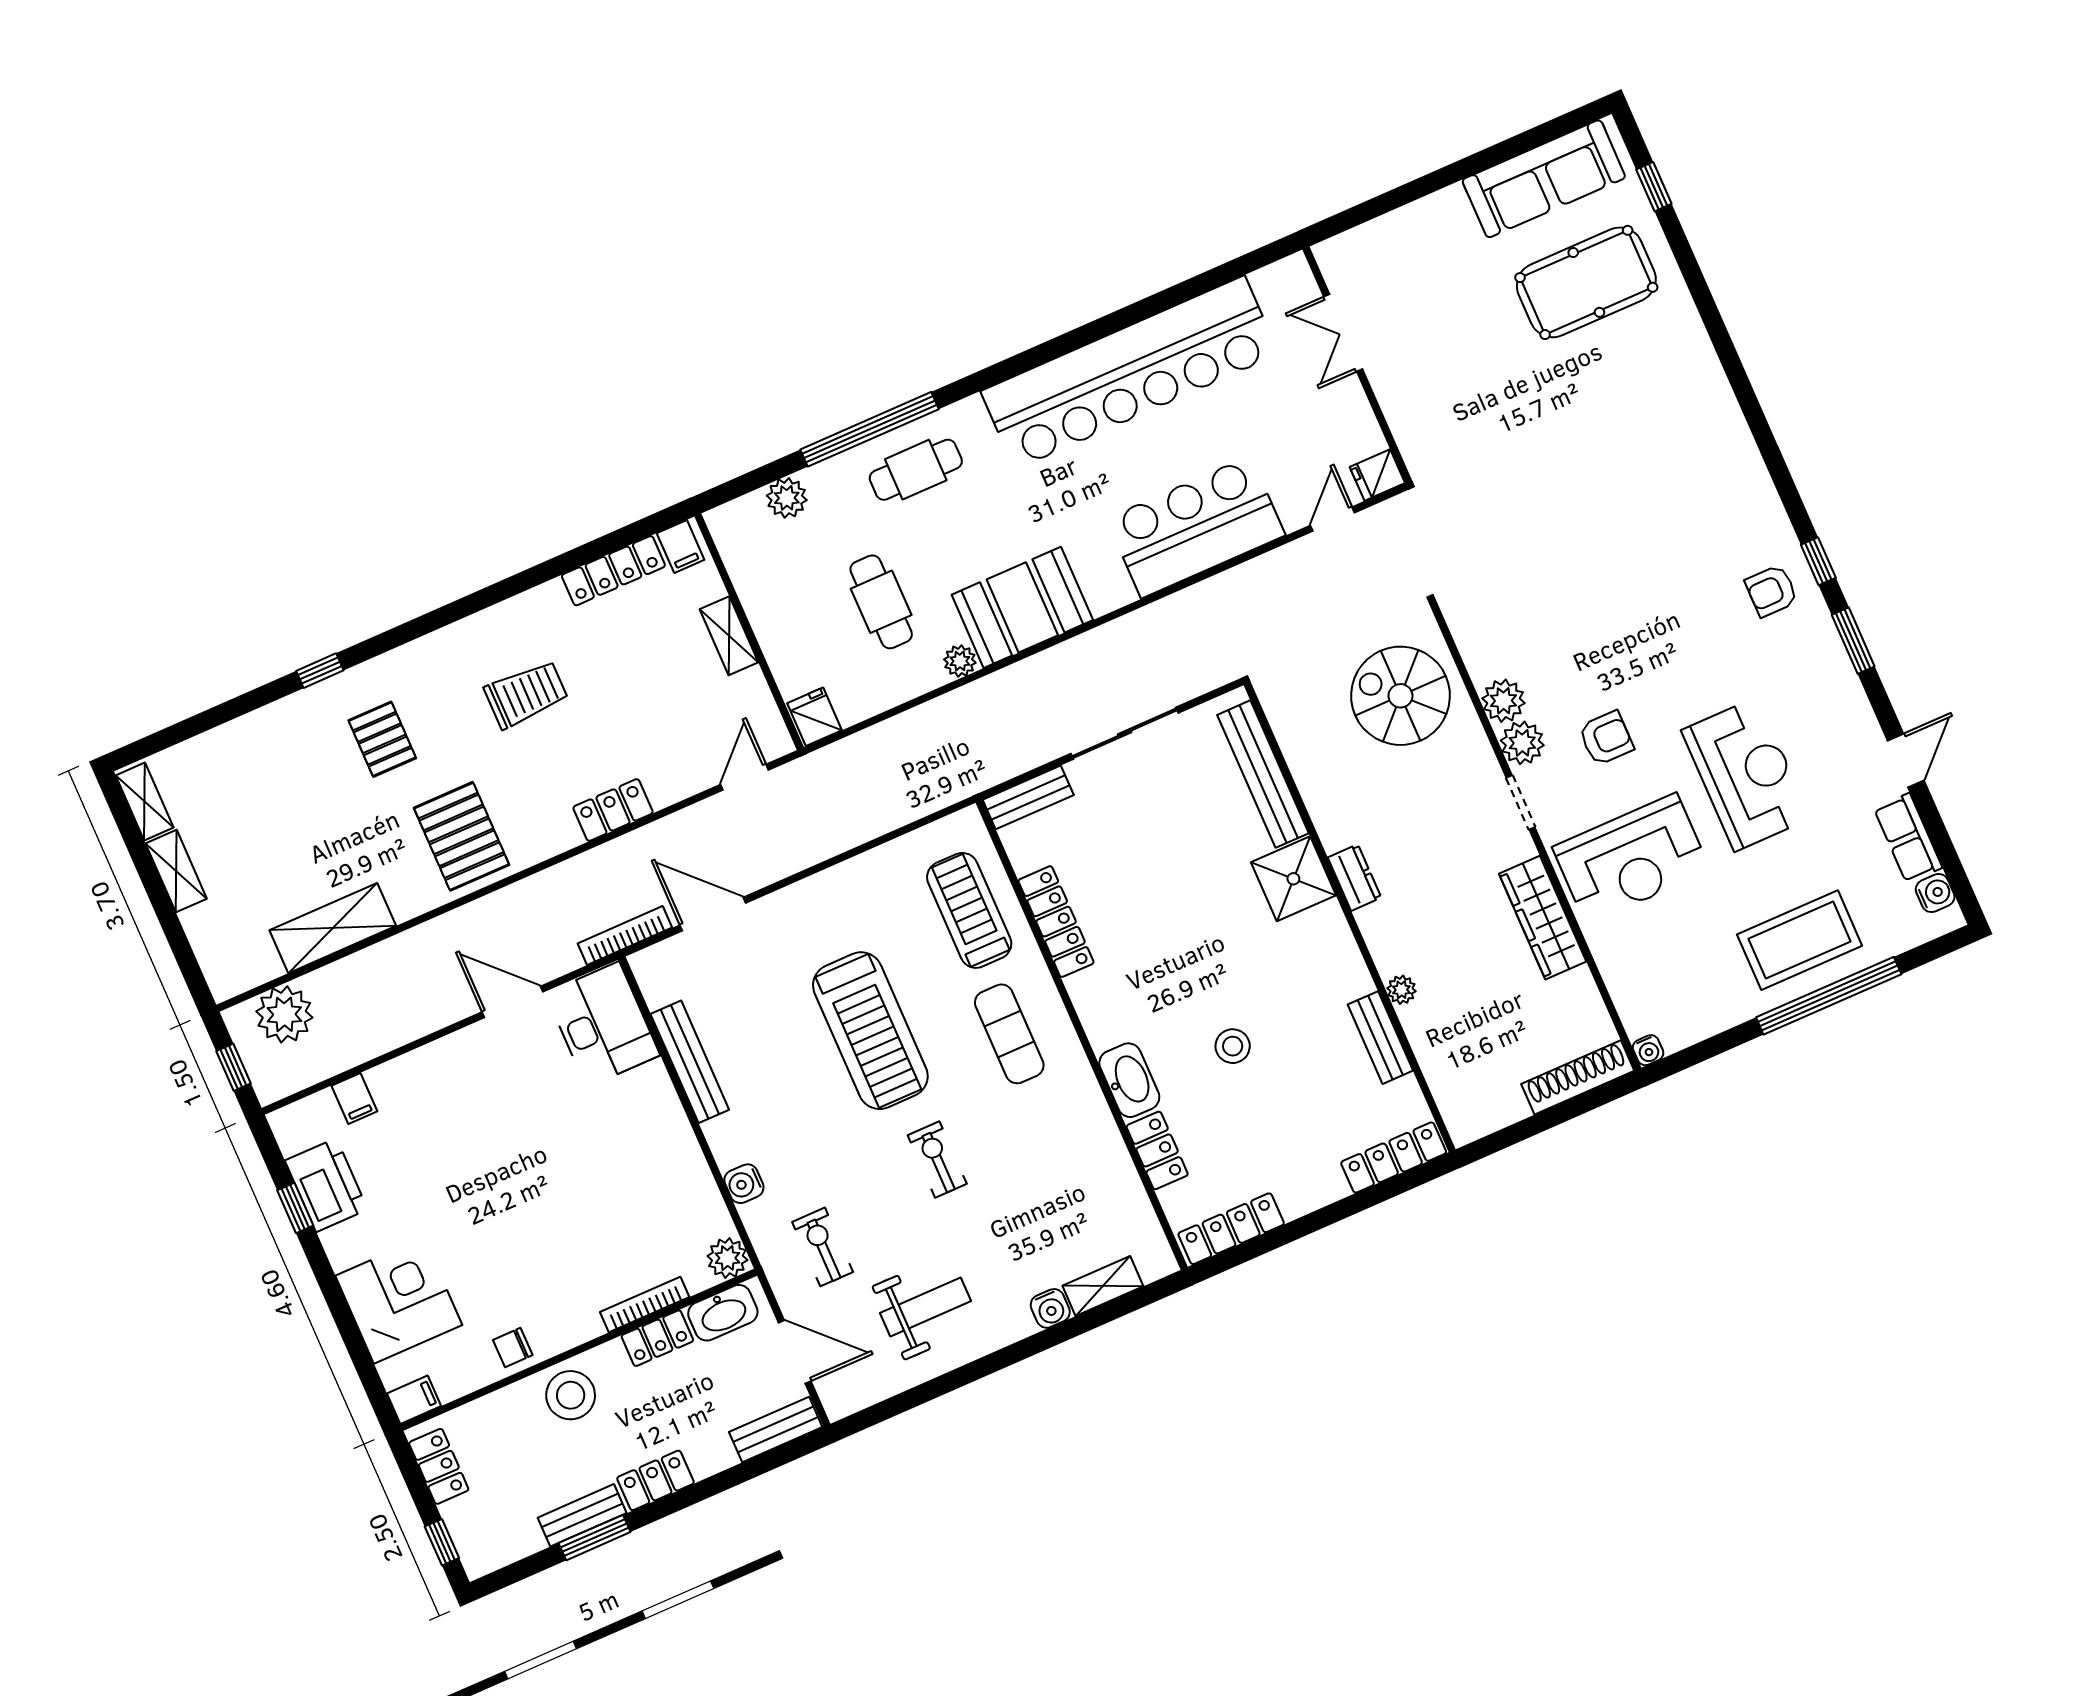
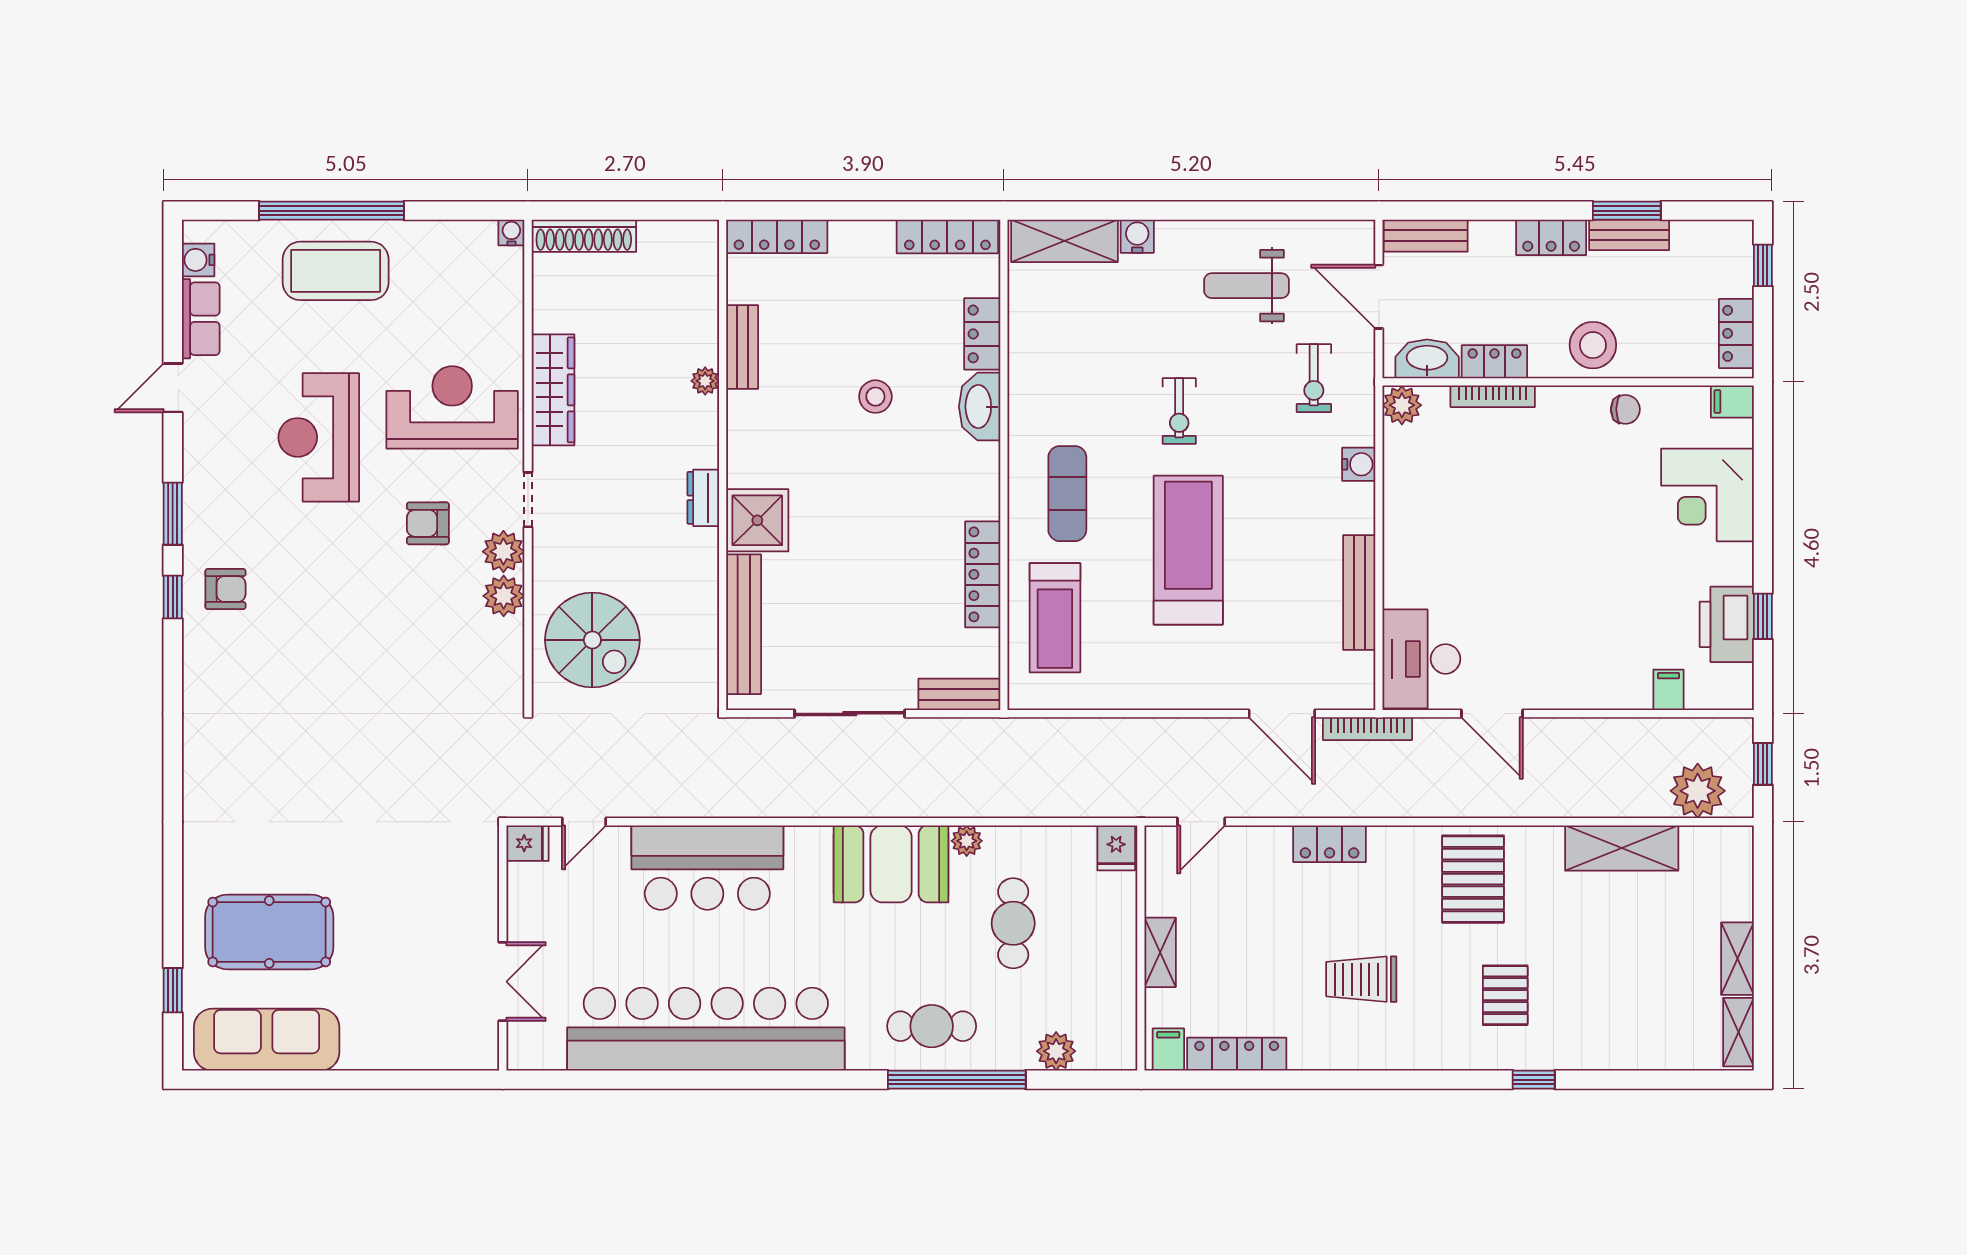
shelving: (1103, 1286) -> (1065, 241), width x1.50, depth x1.33

